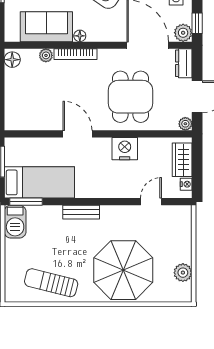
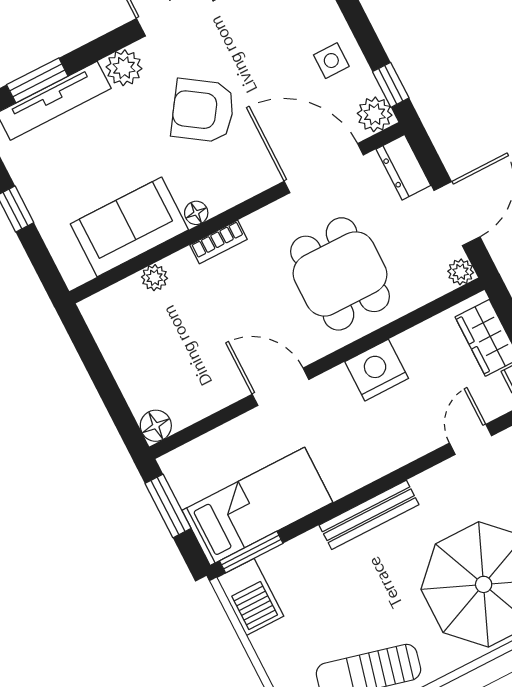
bookcase: (75, 54) -> (219, 242), width x0.64
floor lamp: (12, 60) -> (156, 426), moved
bench: (81, 212) -> (369, 515), width x1.36

